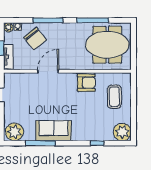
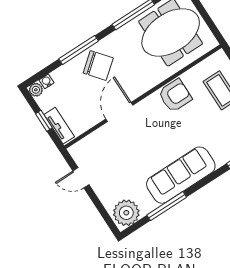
chair: (35, 39) -> (98, 65), moved
sofa: (54, 131) -> (181, 175), width x1.36

